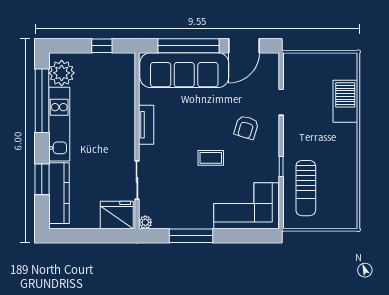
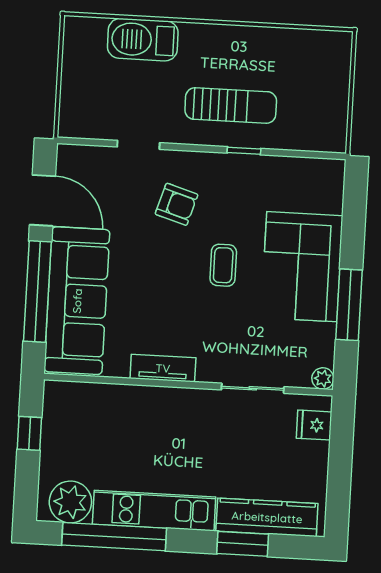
sun lounger: (306, 188) -> (231, 106), moved
corner sofa: (246, 206) -> (302, 267), moved
fridge: (117, 215) -> (314, 425), width x0.53, depth x0.75

